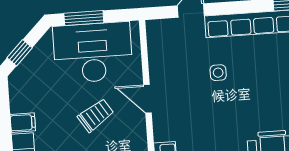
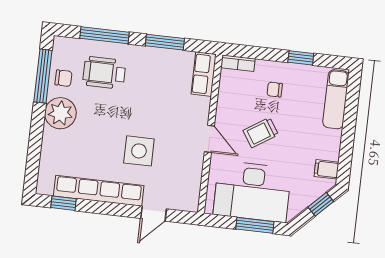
side table: (218, 73) -> (139, 151), width x1.87, depth x1.87
filing cabinet: (23, 123) -> (326, 169), moved

